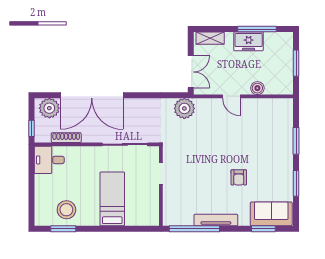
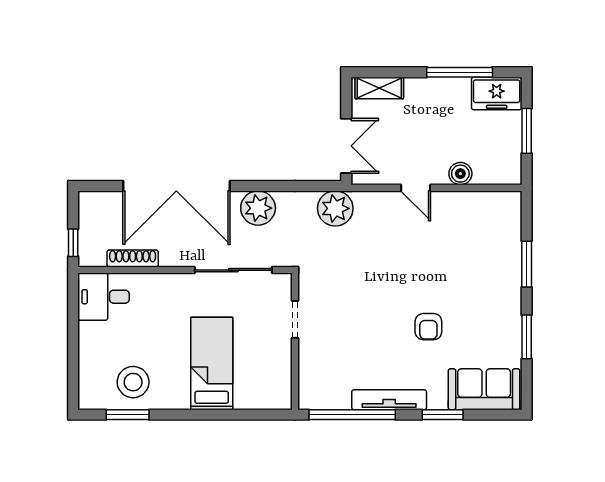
freezer: (249, 41) -> (497, 93), moved
plant: (49, 108) -> (258, 208), moved
window: (263, 229) -> (443, 415), moved

